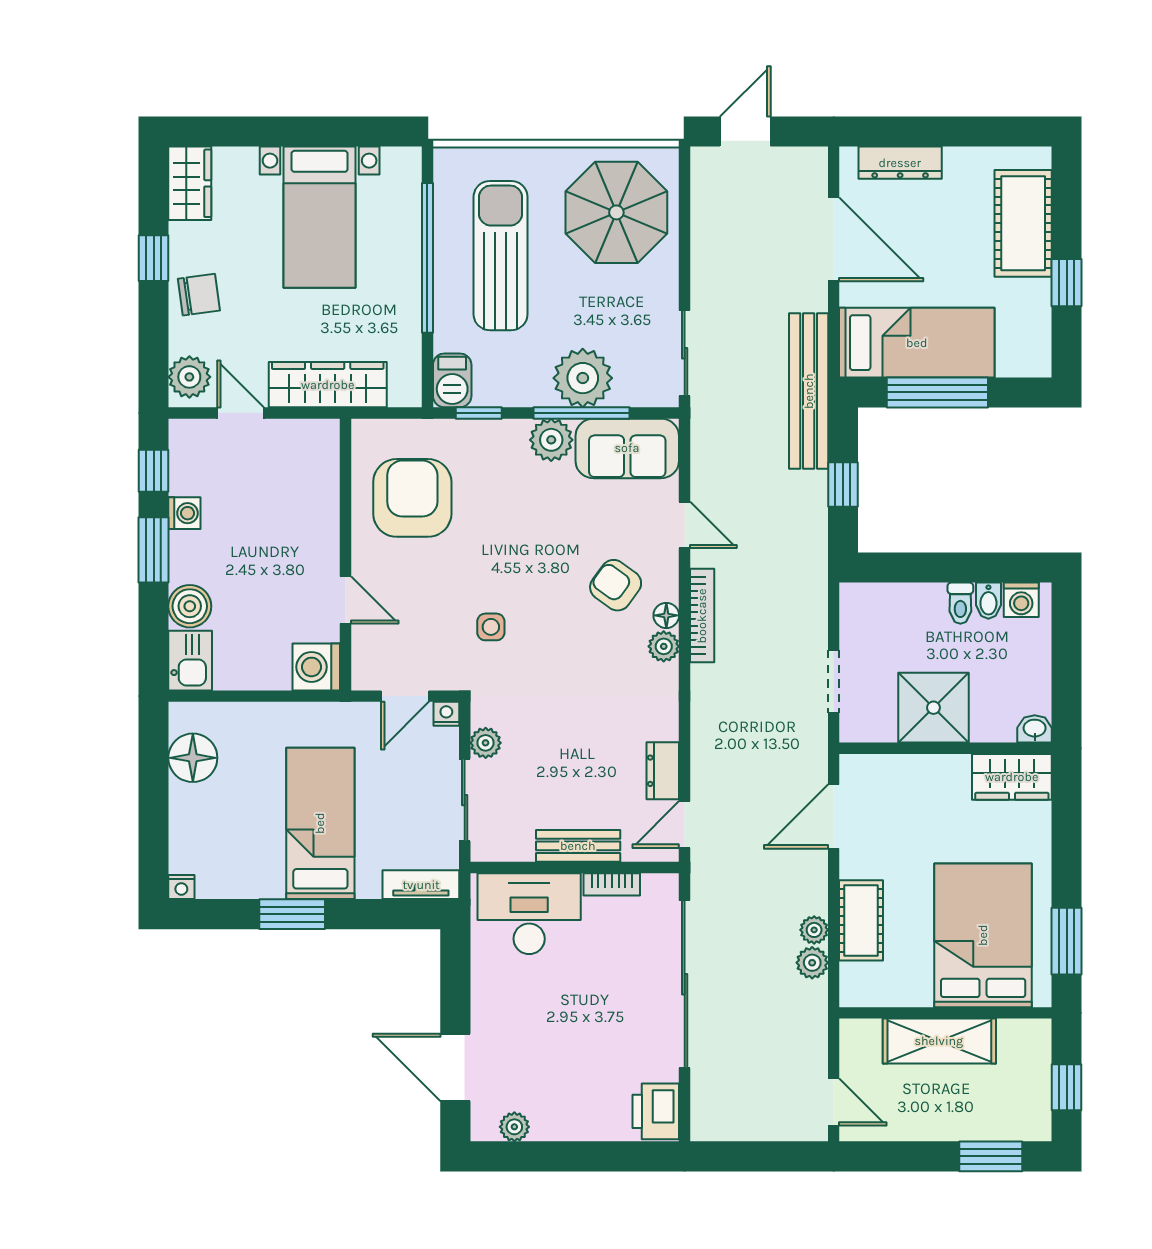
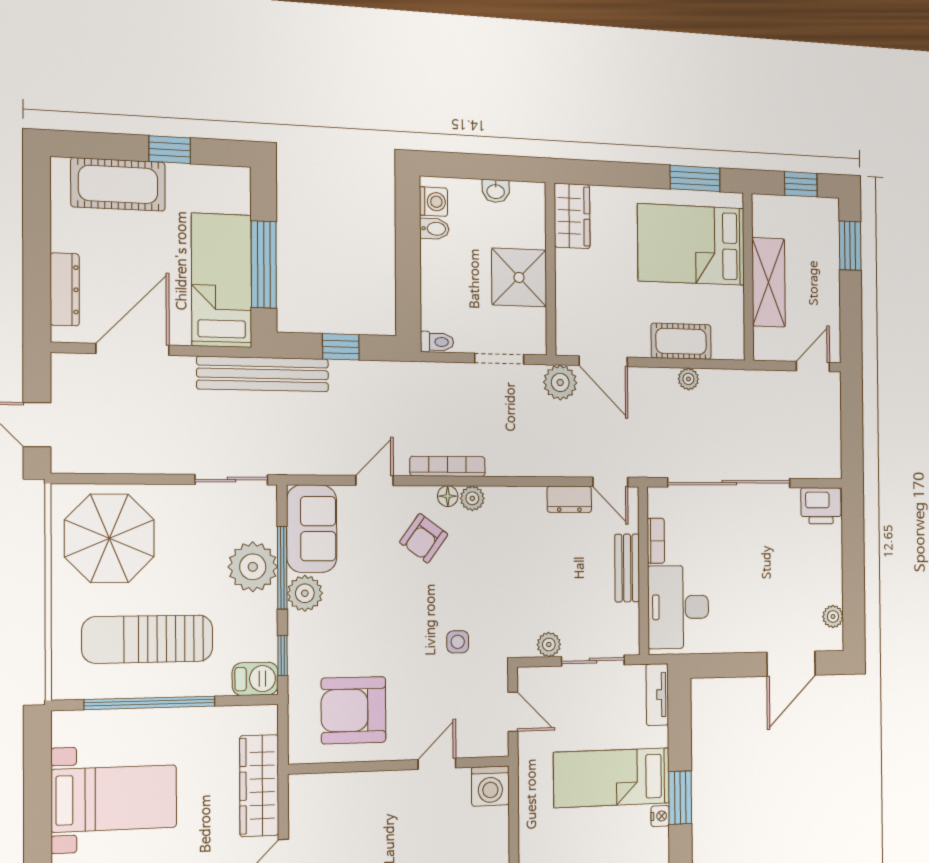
toilet: (960, 603) -> (437, 342), moved
nightstand: (446, 714) -> (660, 816), moved, turned 180
washbasin: (1035, 729) -> (496, 191), moved, turned -90
plant: (812, 963) -> (560, 382), moved, width x1.38, depth x1.38

